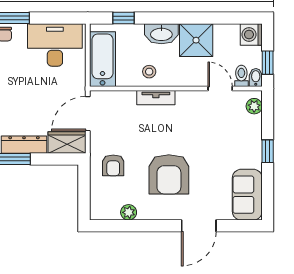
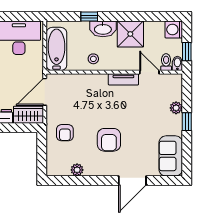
window: (124, 18) -> (89, 17), moved
tv unit: (156, 98) -> (123, 79), moved
plant: (254, 106) -> (176, 108), moved
armchair: (169, 174) -> (109, 140), width x0.73, depth x0.73

